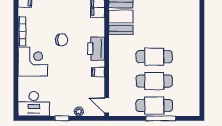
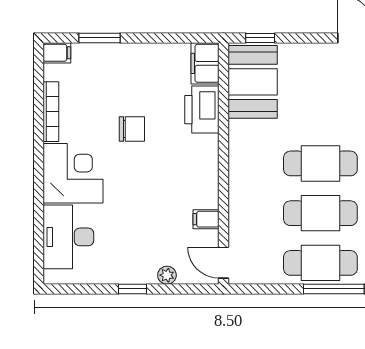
printer: (96, 49) -> (202, 110), moved
filing cabinet: (98, 72) -> (206, 219), moved
desk: (34, 104) -> (68, 237), moved, turned 90

